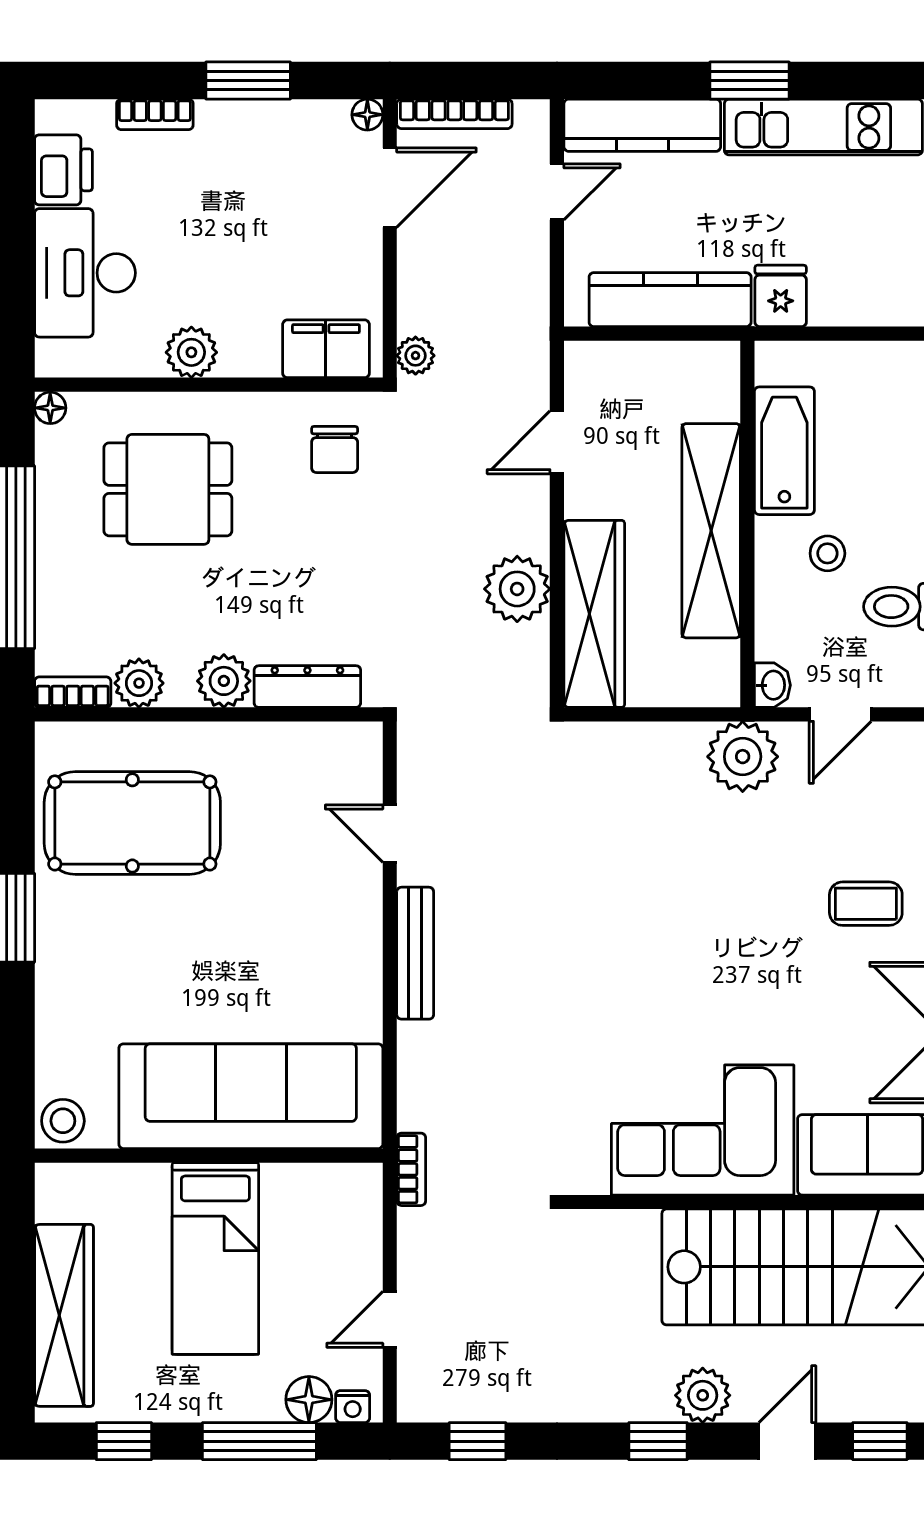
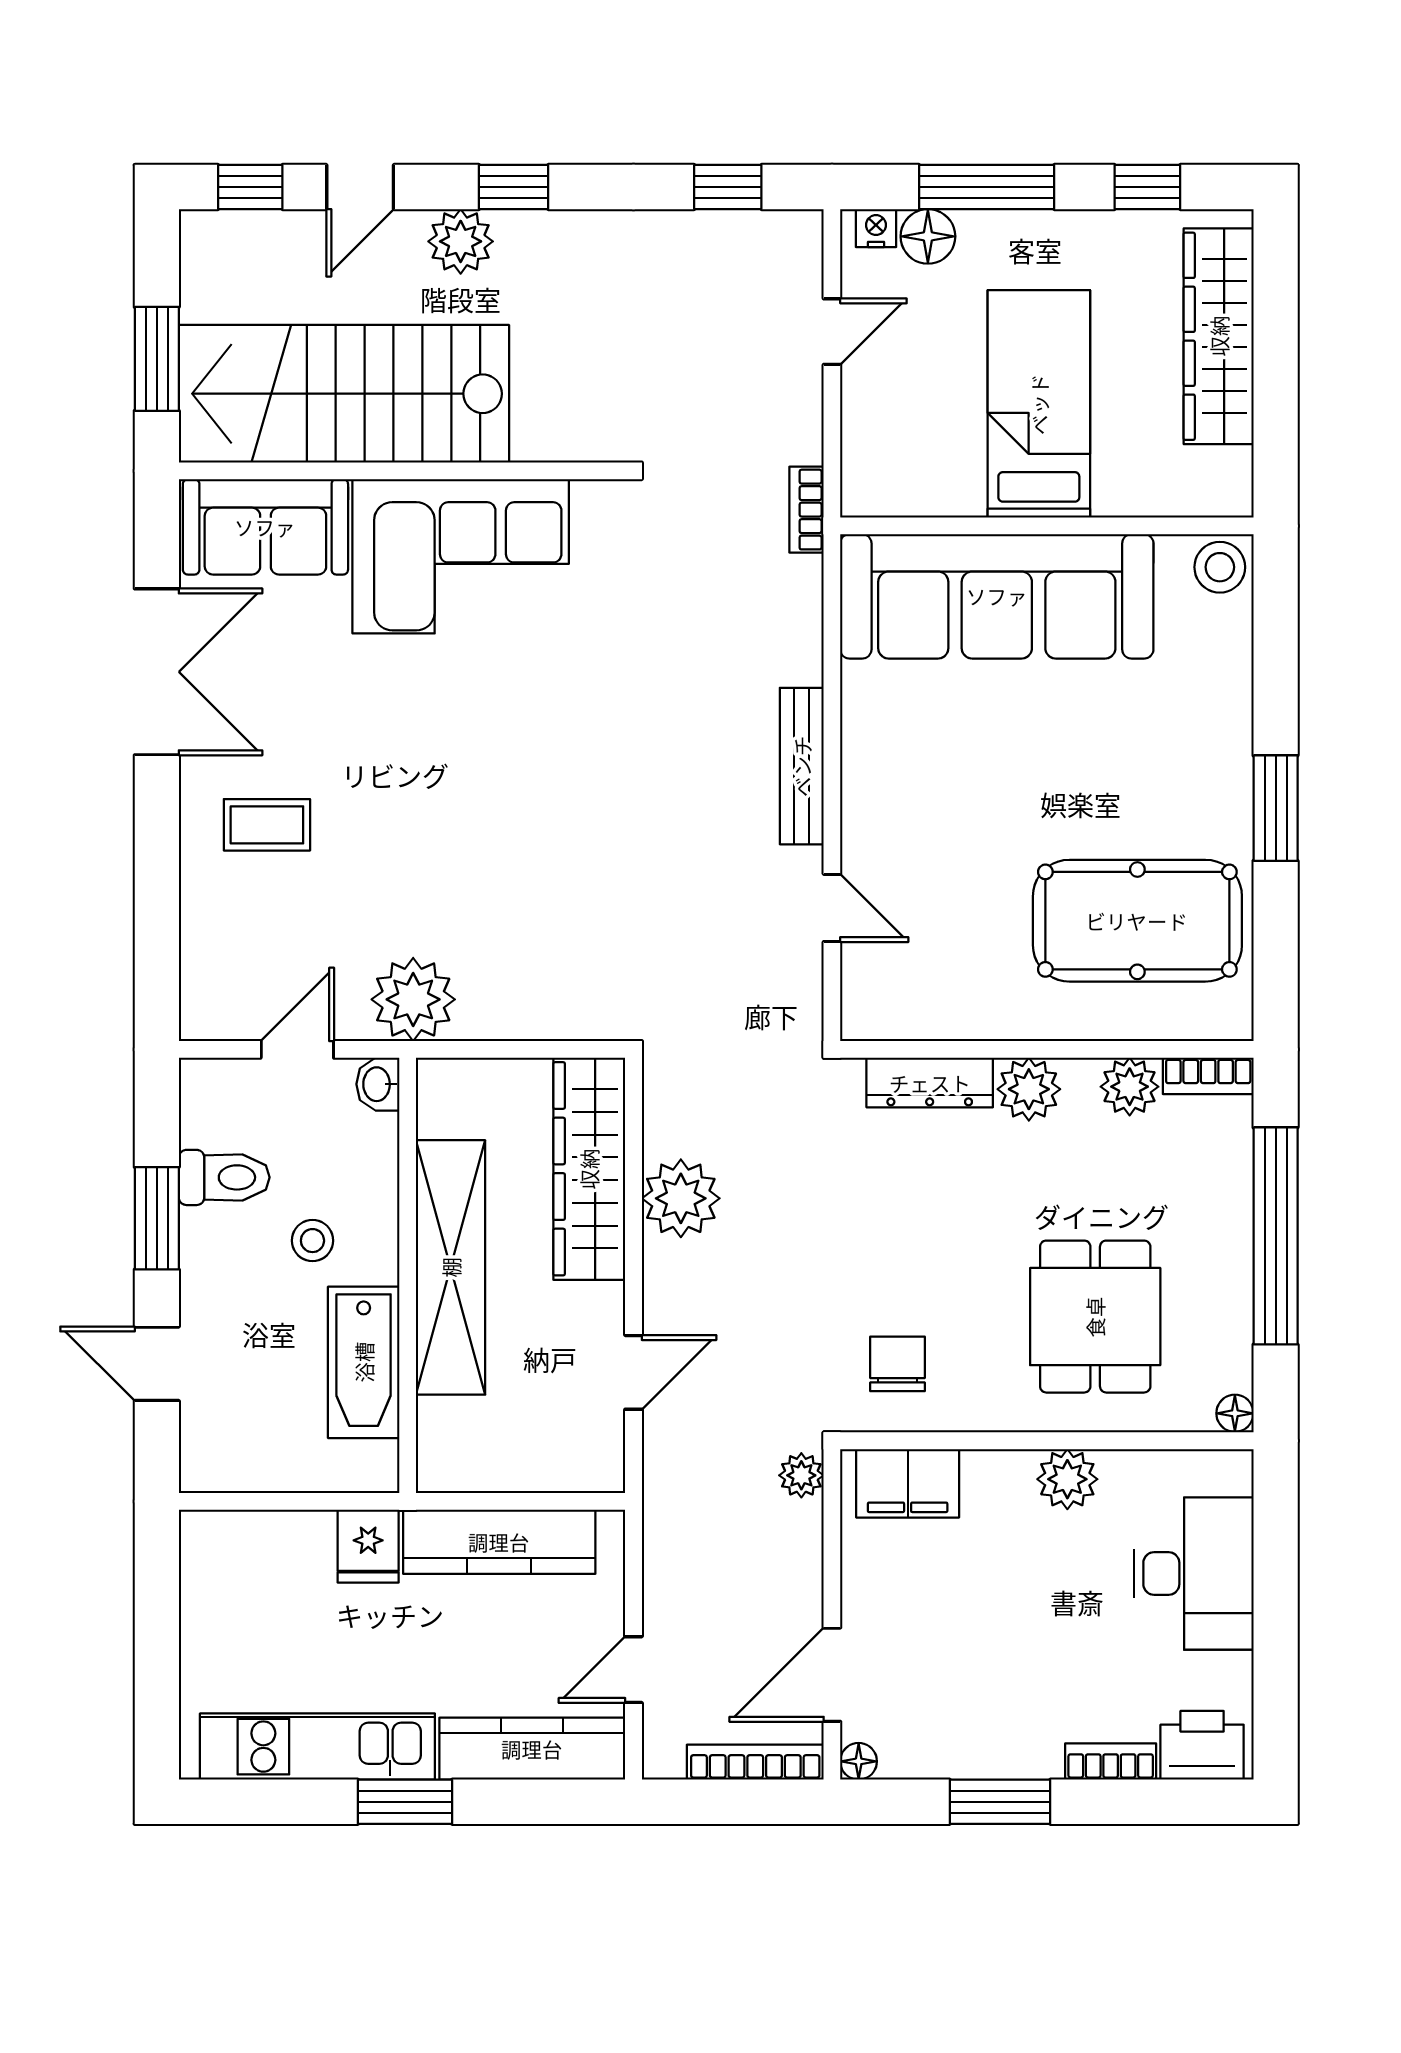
printer: (64, 170) -> (1202, 1745), moved, turned 90
dining table: (168, 489) -> (1095, 1317), turned 90

